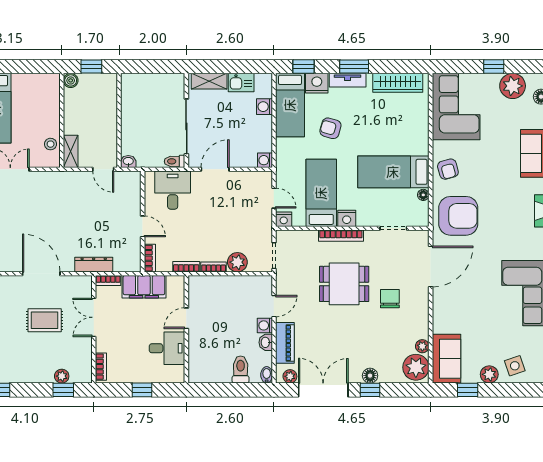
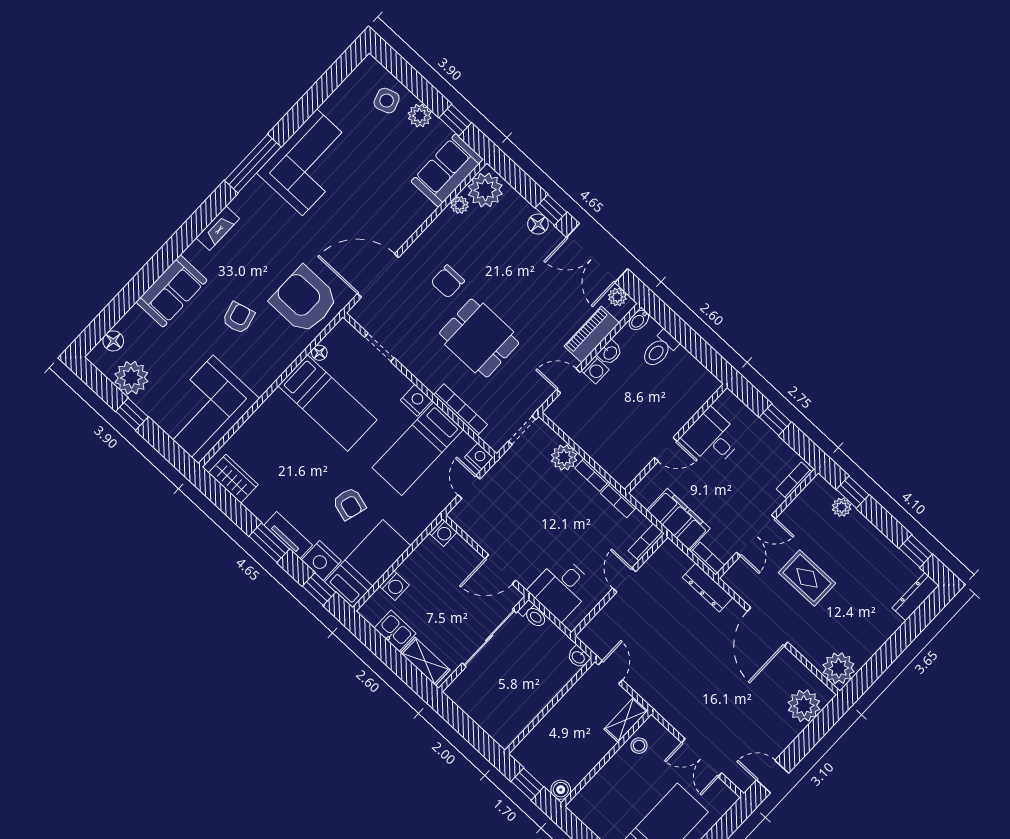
wardrobe: (398, 83) -> (233, 479), width x0.67
armchair: (448, 169) -> (238, 318), moved
bookcase: (341, 236) -> (460, 410), moved

